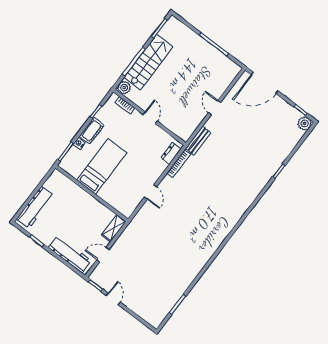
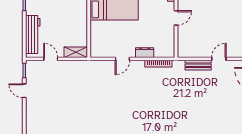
bench: (198, 141) -> (198, 65), moved
dresser: (171, 153) -> (145, 53), moved
door: (113, 299) -> (24, 91), swing flipped

